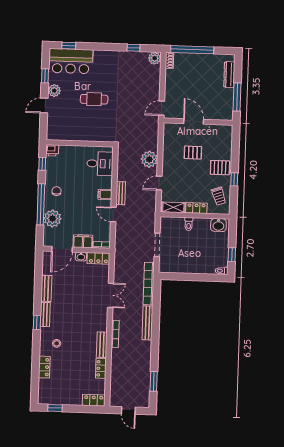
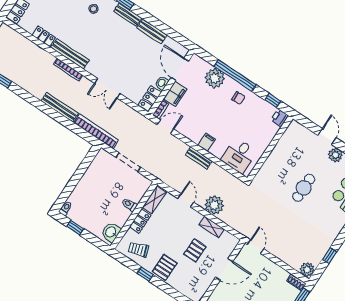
shelving: (167, 151) -> (212, 227), added
door: (113, 214) -> (165, 127), moved
bench: (102, 345) -> (70, 54), width x1.36

